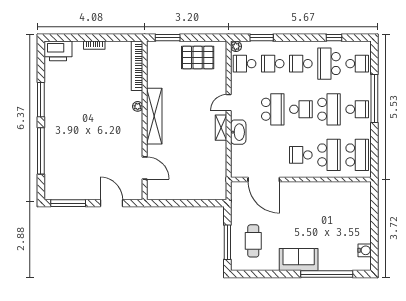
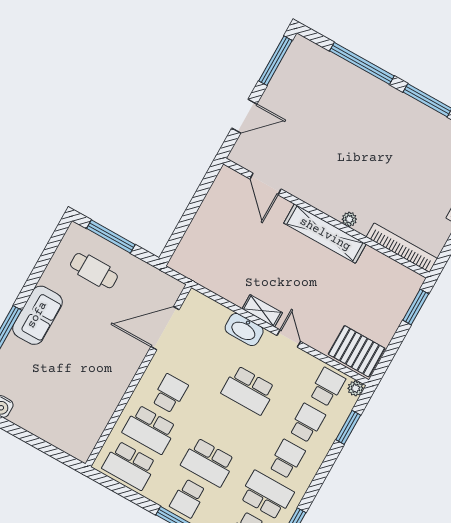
pallet: (198, 58) -> (357, 351), moved, turned 90
school desk: (301, 109) -> (228, 426), removed
door: (145, 168) -> (266, 184), hinge flipped

